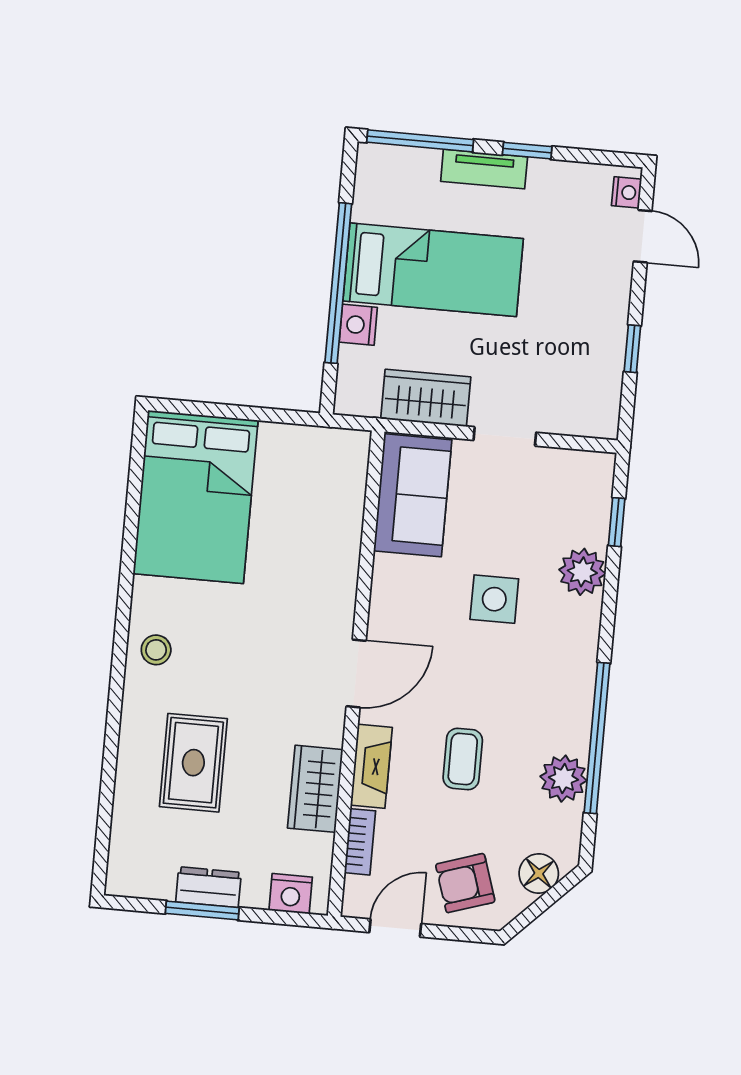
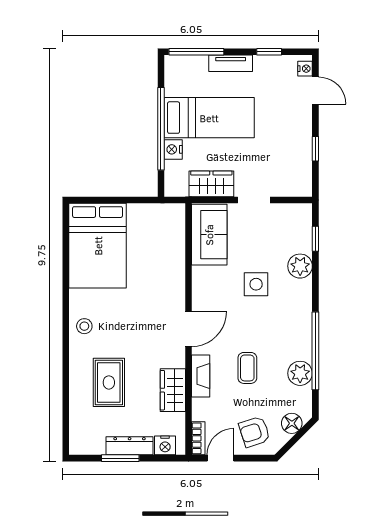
window: (527, 151) -> (269, 52), moved
bookcase: (360, 842) -> (198, 438), moved
dresser: (208, 887) -> (130, 446), width x1.44

